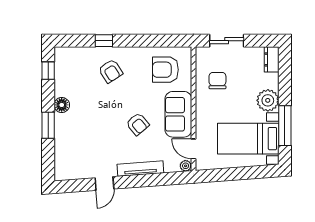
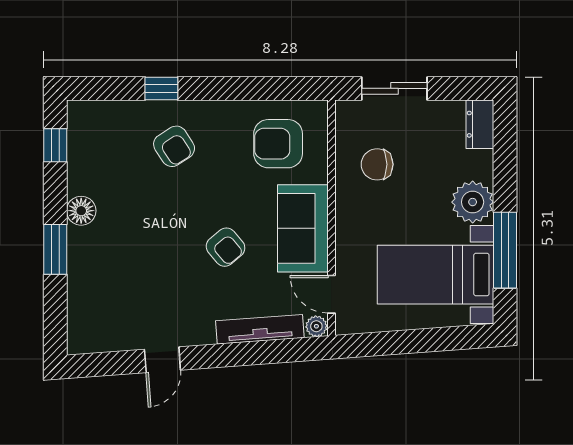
chair: (217, 81) -> (377, 164), turned -90
tv unit: (140, 169) -> (260, 329), moved

